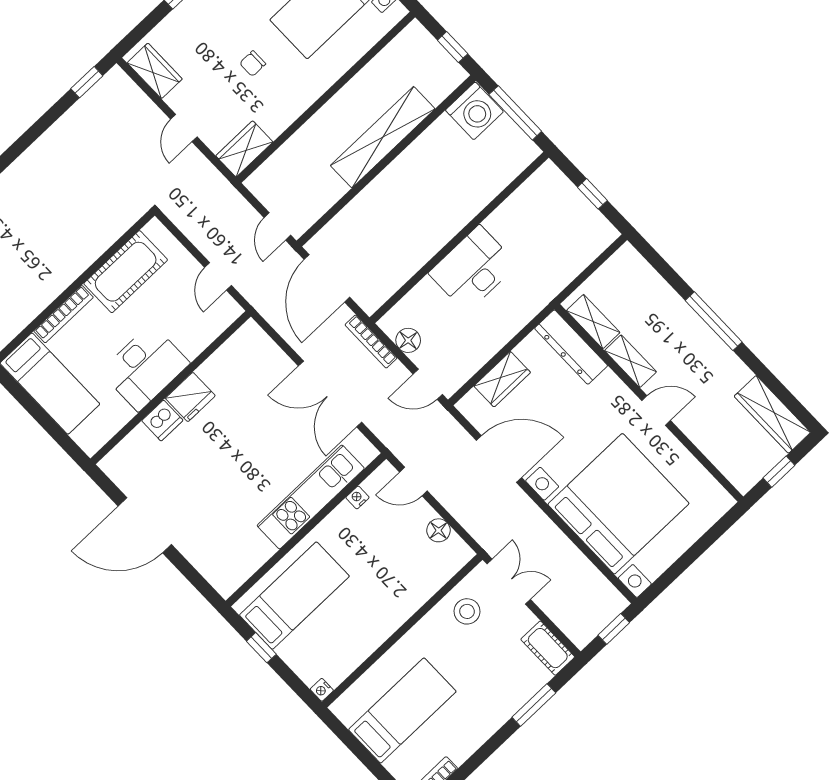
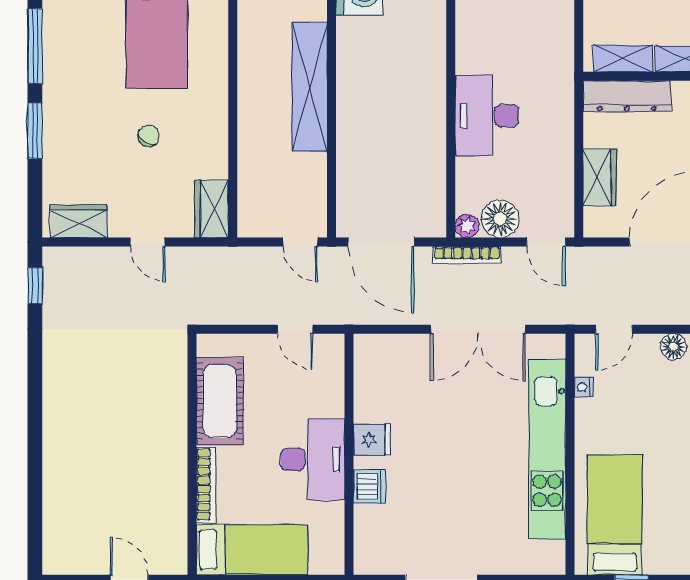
chair: (253, 64) -> (148, 136), turned -151
plant: (390, 324) -> (467, 226), added
floor lamp: (408, 340) -> (500, 219), width x1.38, depth x1.38
door: (428, 384) -> (546, 242), hinge flipped
fridge: (190, 397) -> (372, 440), width x0.72
kitchen unit: (311, 497) -> (547, 449), width x1.36

